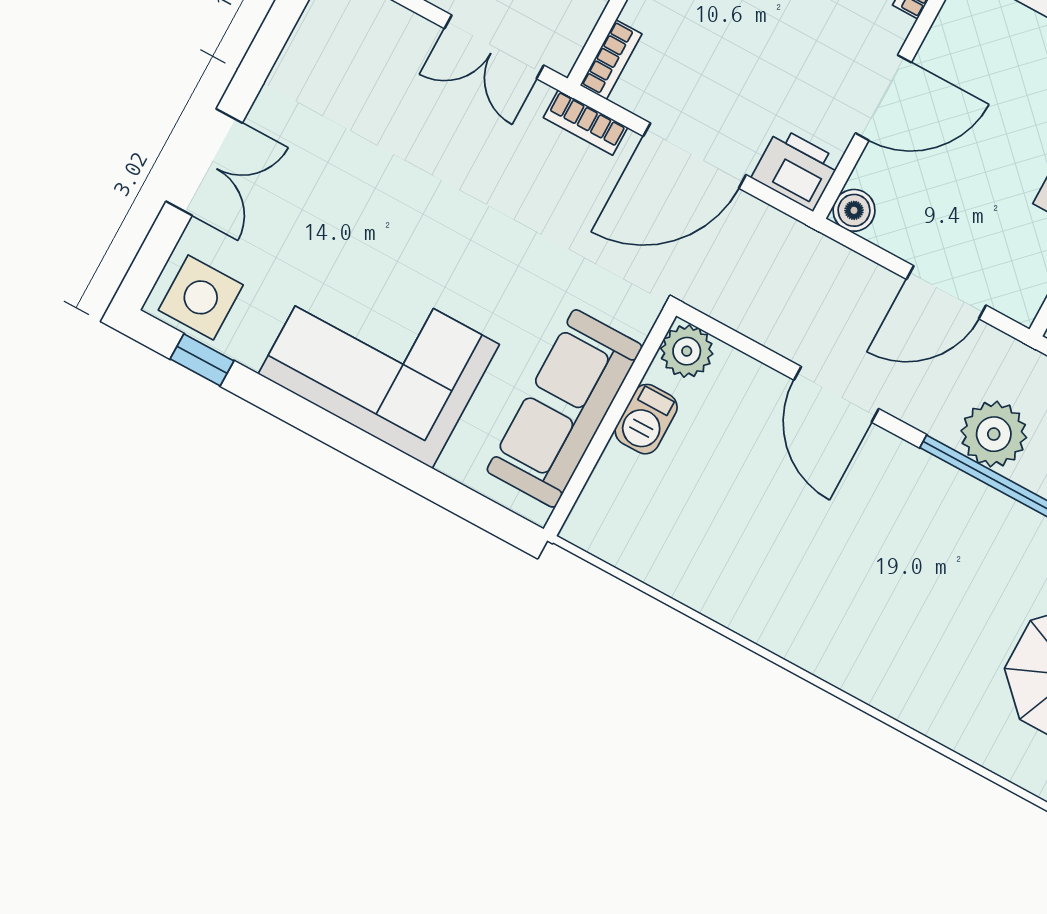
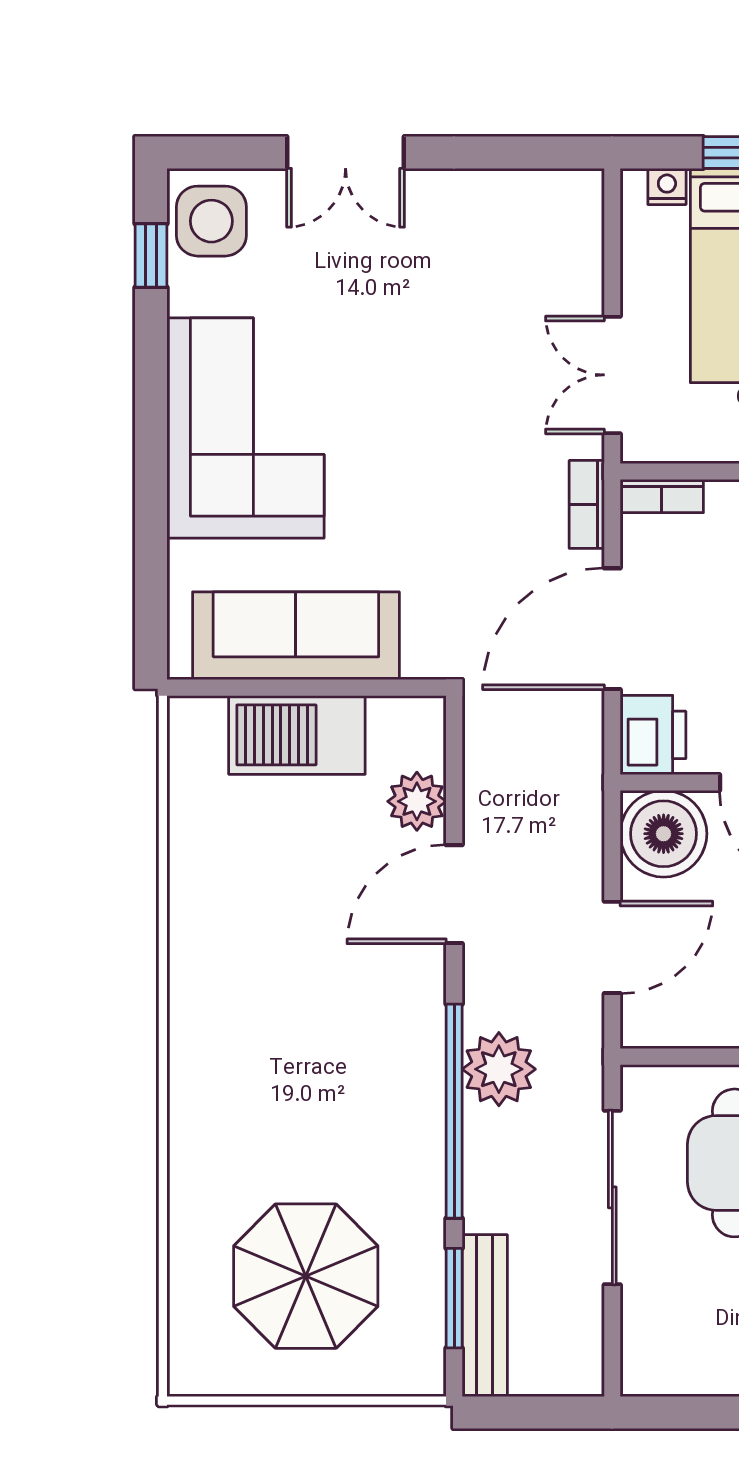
door: (695, 156) -> (612, 629), hinge flipped
boiler: (854, 210) -> (664, 834), width x1.86, depth x1.86
door: (946, 292) -> (612, 947), swing flipped
plant: (687, 351) -> (417, 801), moved
barbecue: (646, 419) -> (297, 735), width x1.88, depth x1.53

